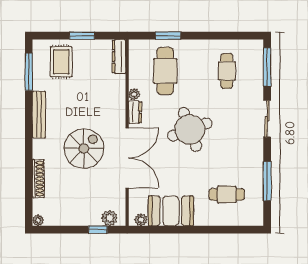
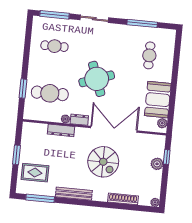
dresser: (119, 57) -> (61, 130), moved
spiral stairs: (84, 148) -> (103, 162), turned 180
plant: (109, 218) -> (157, 164), moved

